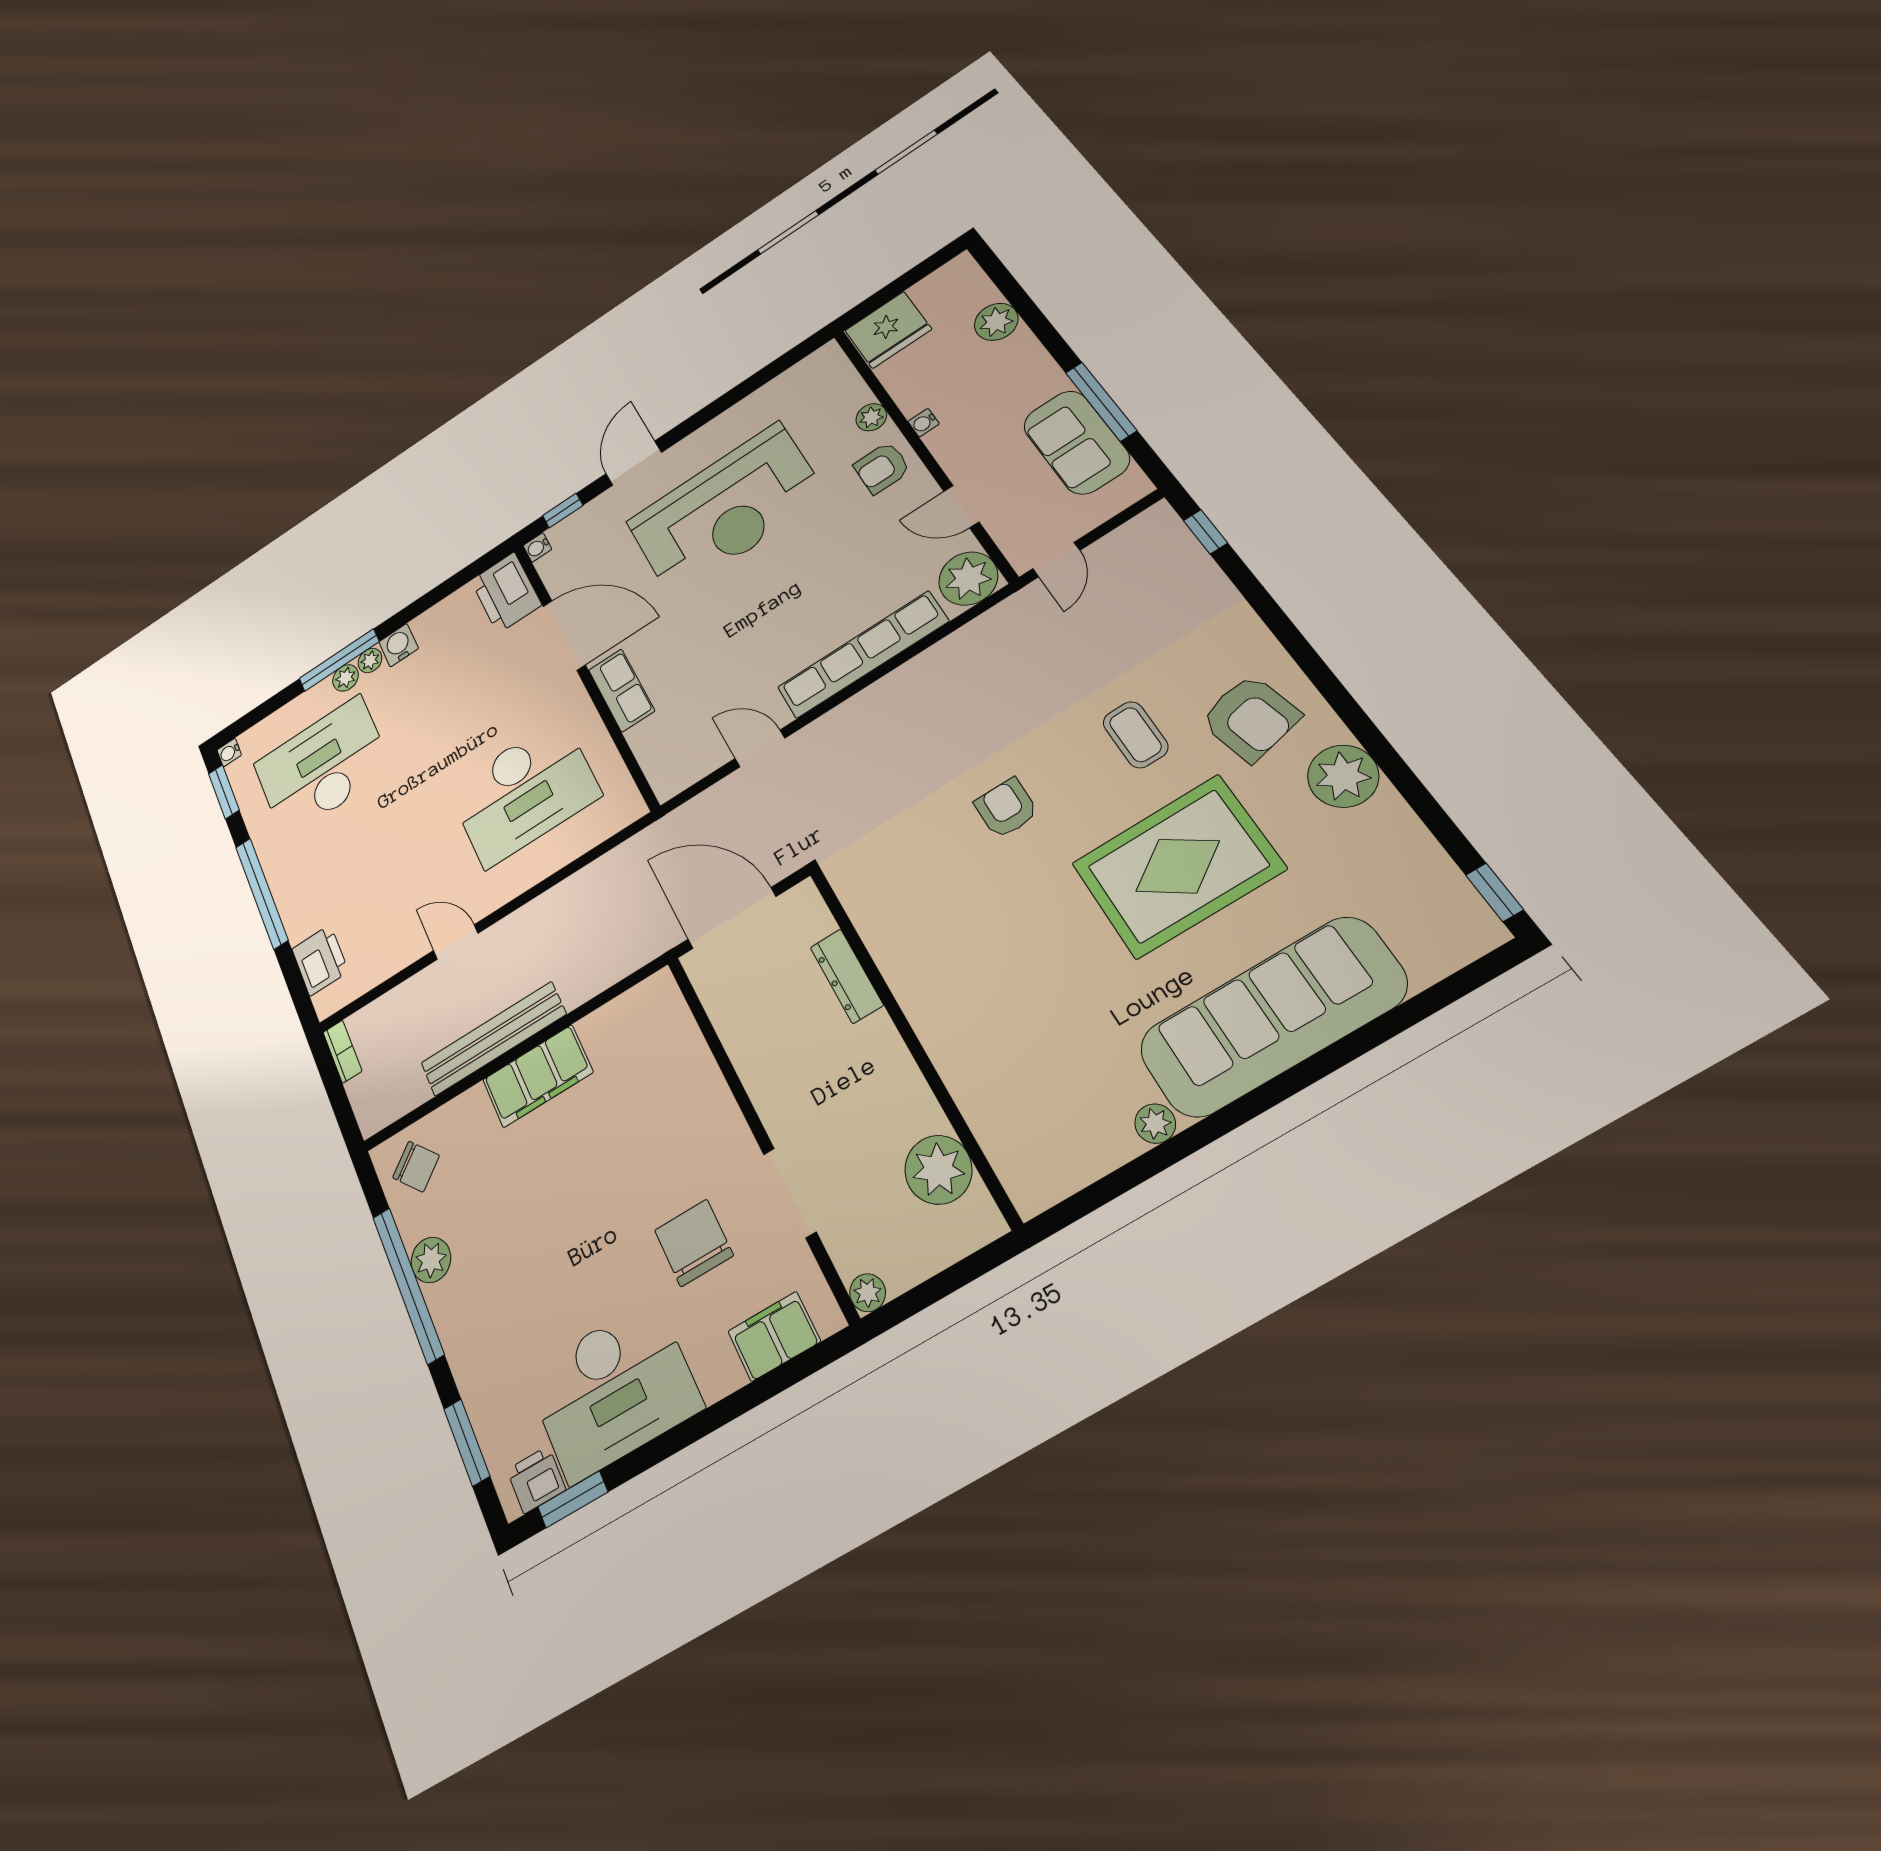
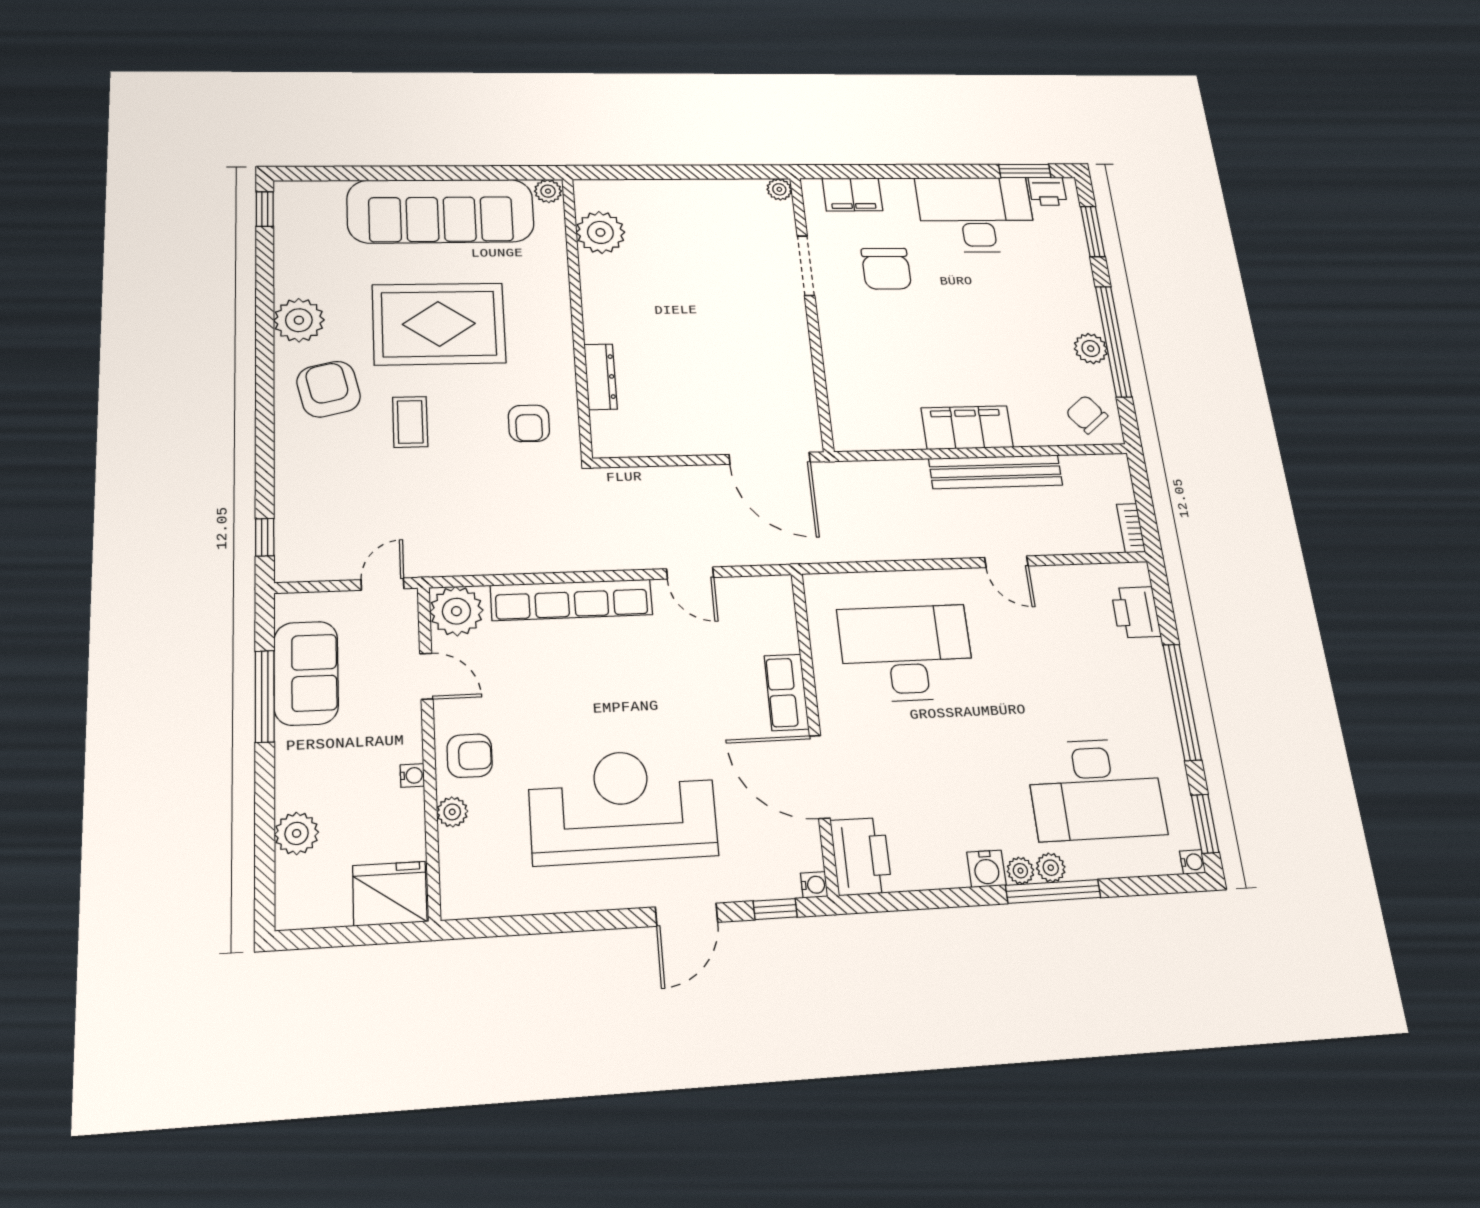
dresser: (847, 976) -> (601, 377), moved
wall: (911, 1039) -> (577, 315), moved
plant: (938, 1170) -> (600, 232), moved

